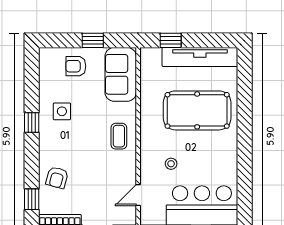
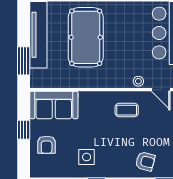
window: (171, 40) -> (24, 61), width x1.50
coffee table: (119, 136) -> (127, 110), moved
stool: (171, 164) -> (138, 81), moved

